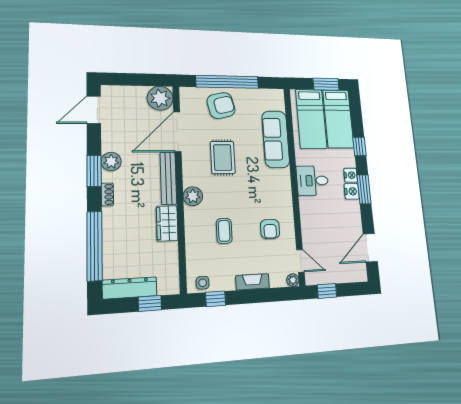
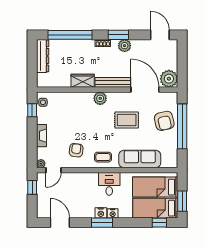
window: (359, 146) -> (159, 223), moved
armchair: (270, 229) -> (76, 150), turned 97
coffee table: (224, 231) -> (103, 157), moved
window: (150, 303) -> (32, 68), removed

